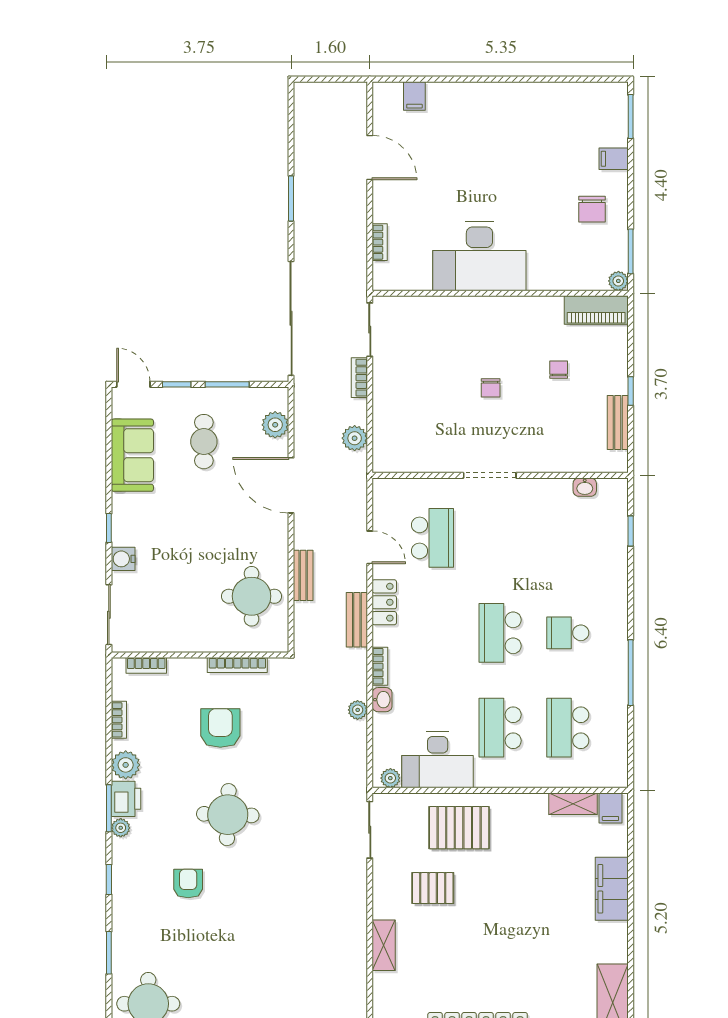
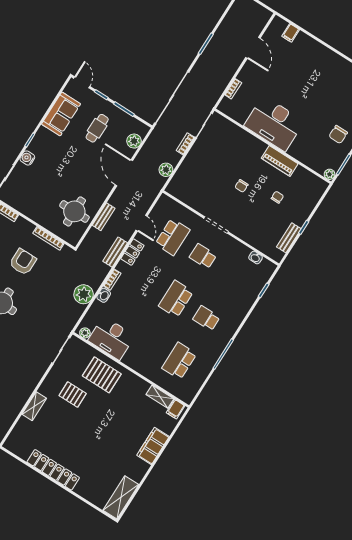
piano: (596, 310) -> (280, 161), moved
plant: (358, 710) -> (84, 294), width x1.88, depth x1.88
school desk: (500, 728) -> (203, 256), moved, width x0.54

